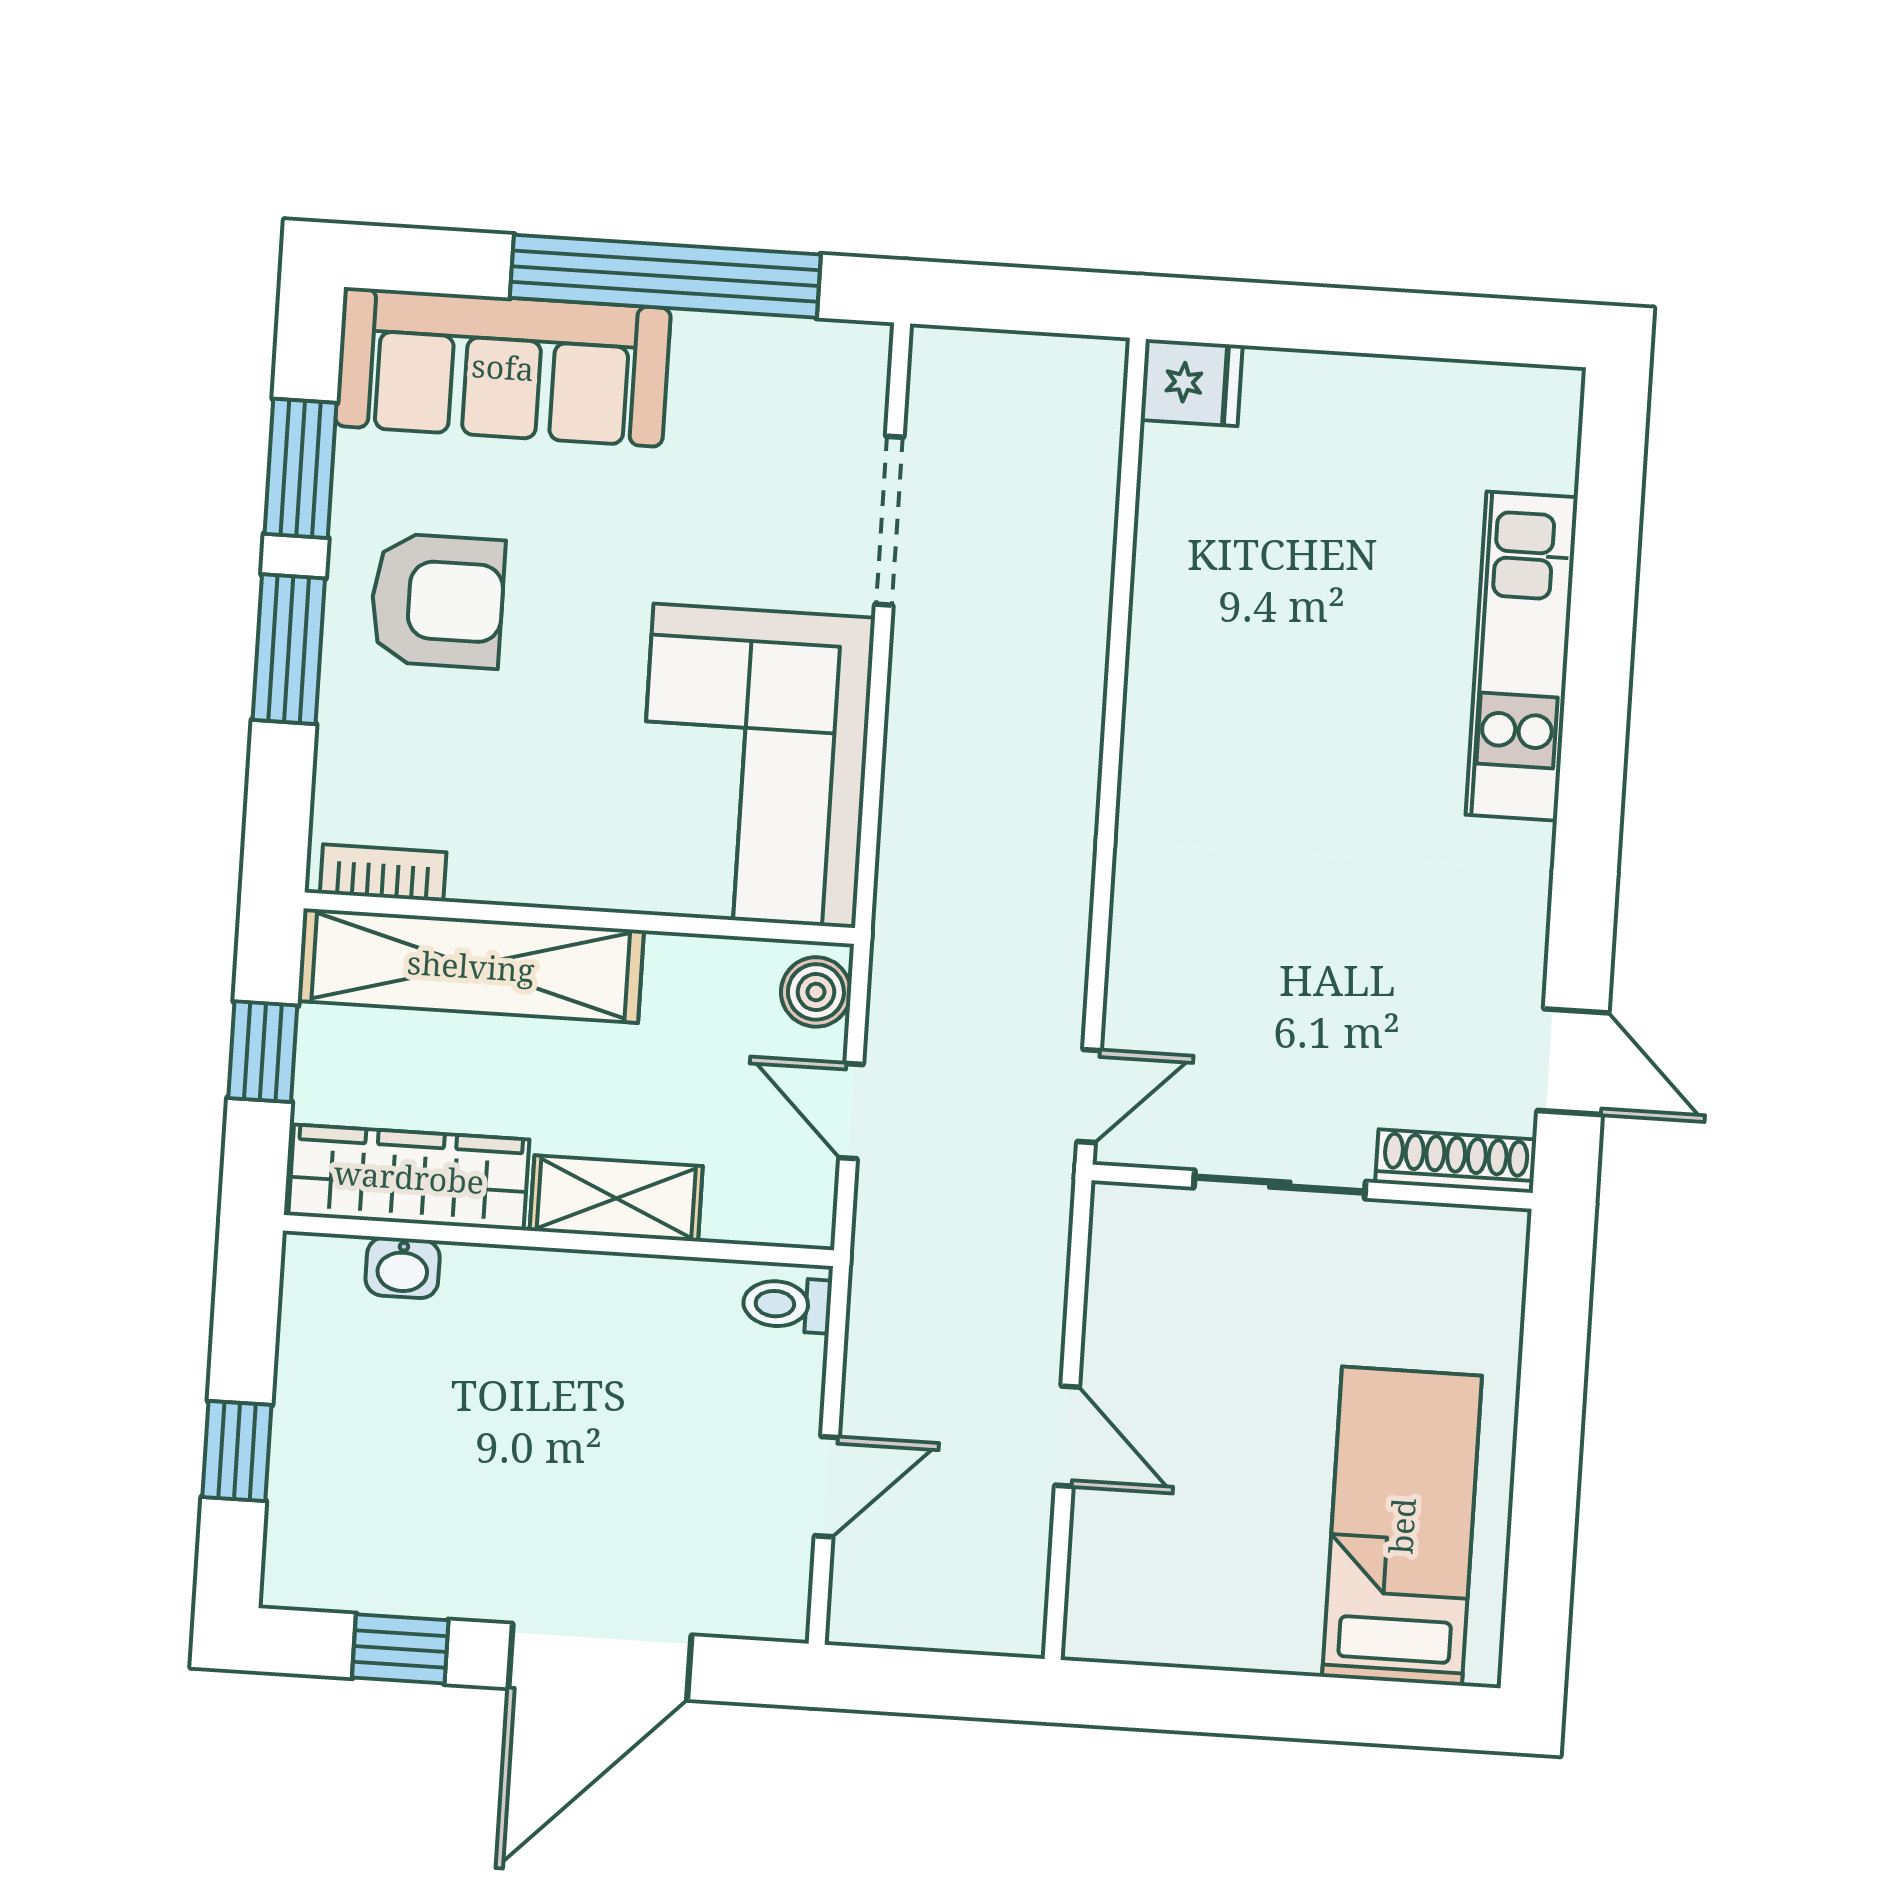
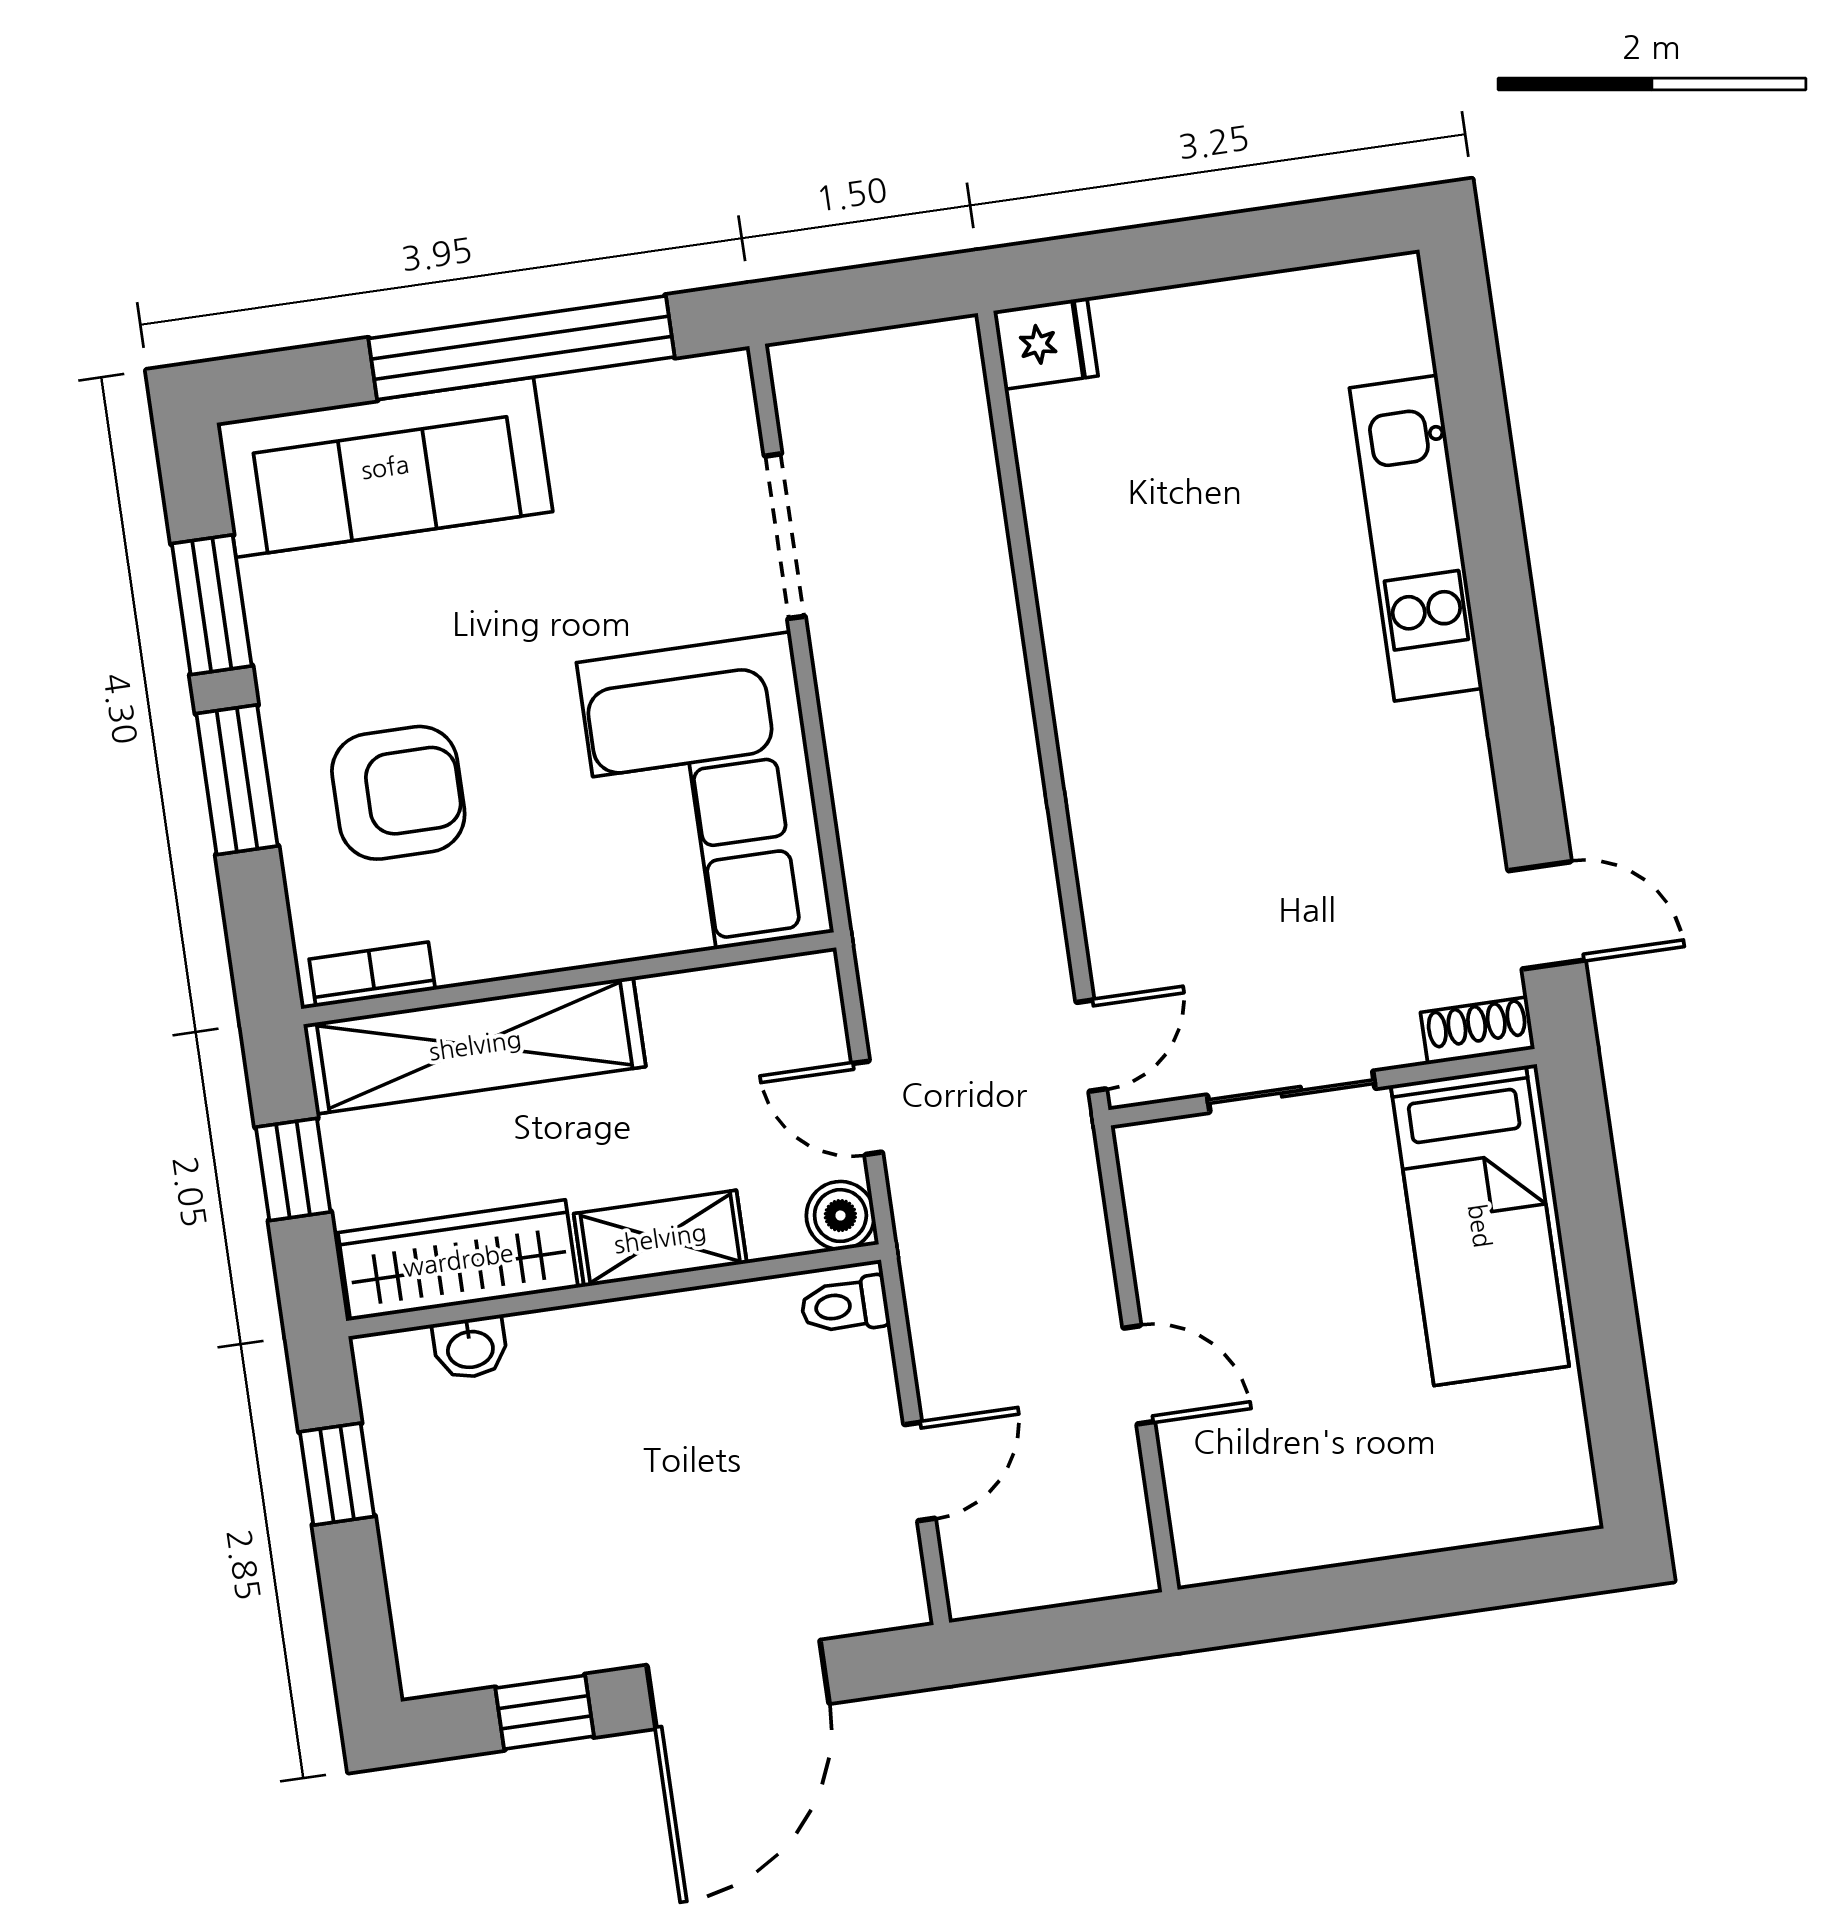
armchair: (437, 601) -> (398, 793), moved
boiler: (816, 992) -> (840, 1216), moved
shoe rack: (1456, 1161) -> (1478, 1031), width x0.70
window: (237, 1451) -> (337, 1474), moved
bed: (1402, 1526) -> (1480, 1226), moved, turned 180

